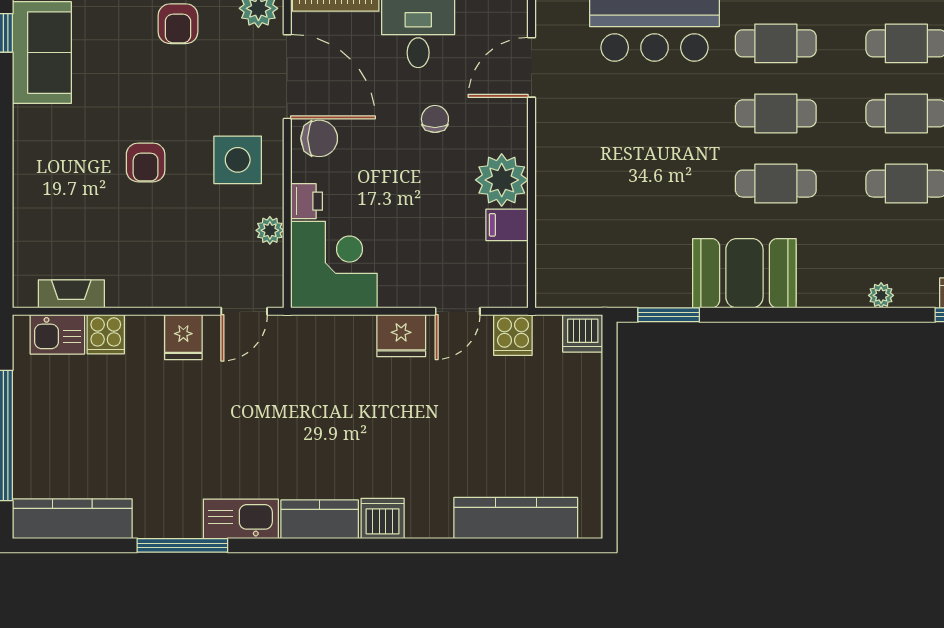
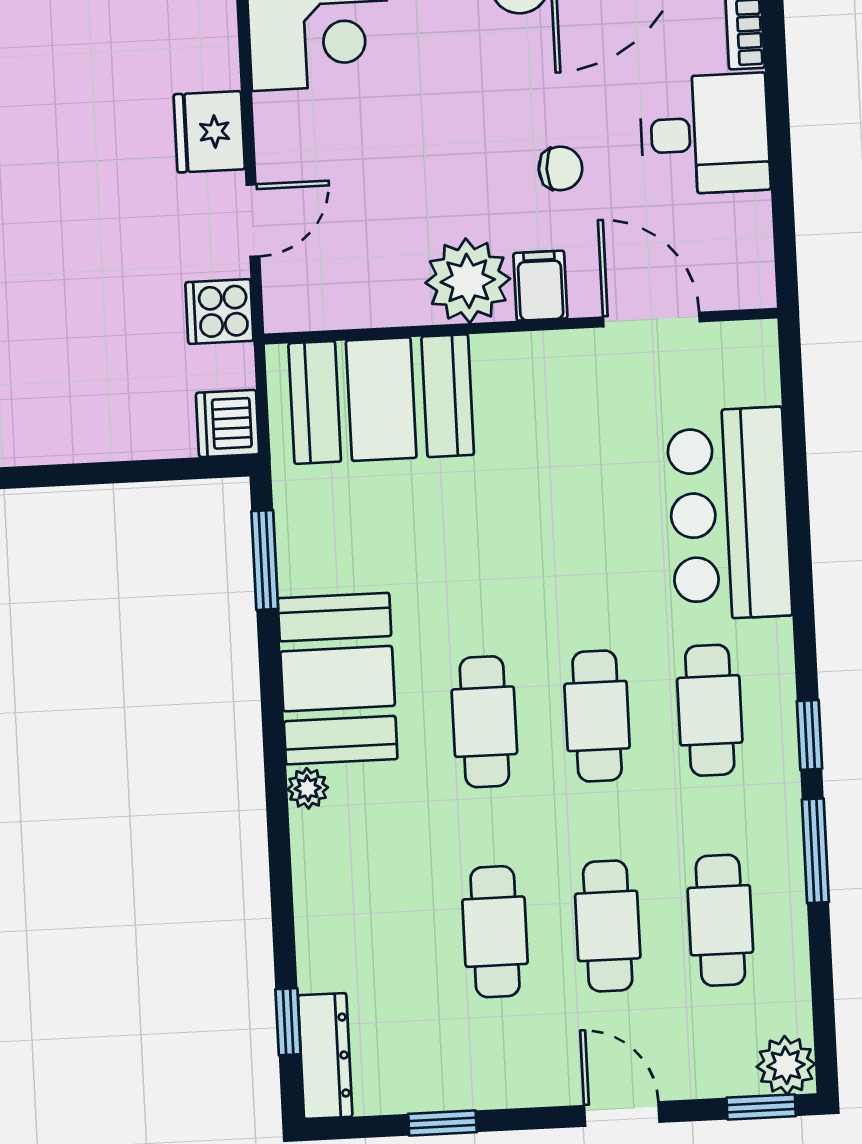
filing cabinet: (507, 225) -> (540, 286), moved
booth: (572, 237) -> (381, 399), added
plant: (881, 295) -> (308, 788), moved
door: (458, 311) -> (253, 221), swing flipped

